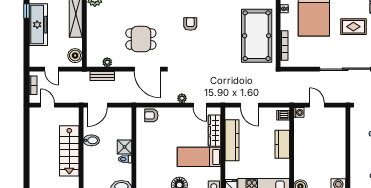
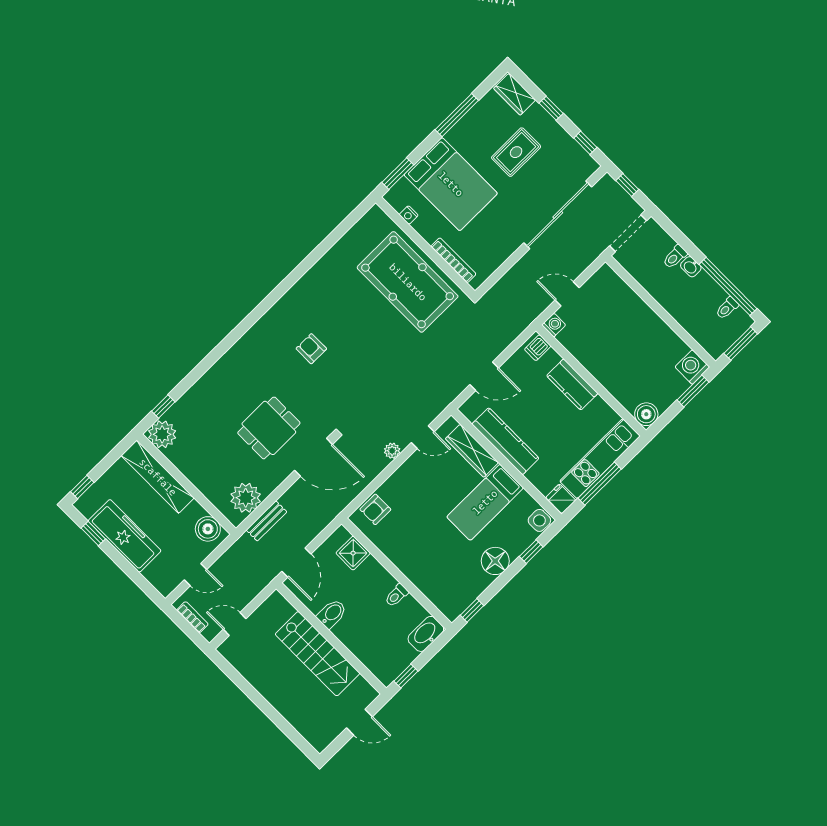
plant: (107, 62) -> (246, 498), width x1.87, depth x1.87
shower: (125, 147) -> (353, 553), moved

